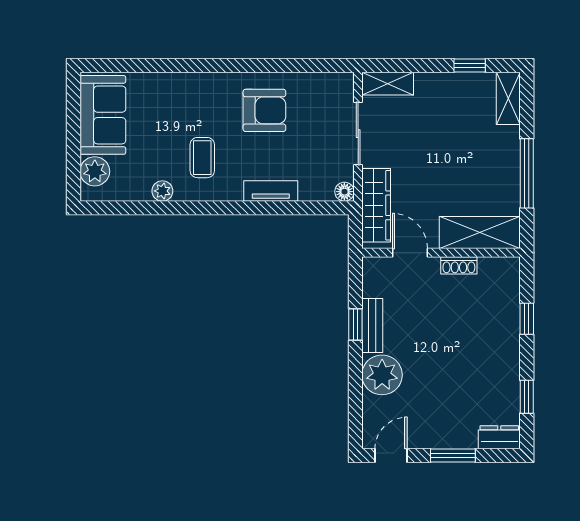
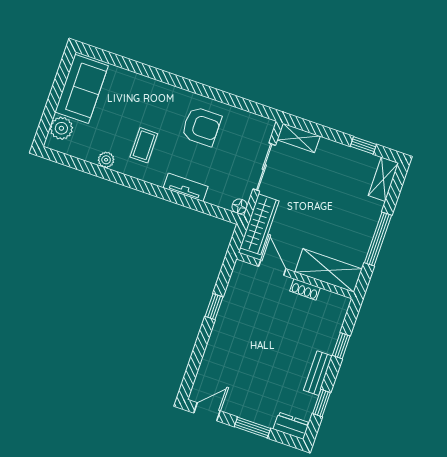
bench: (372, 326) -> (318, 373), moved
plant: (382, 375) -> (221, 350), removed

